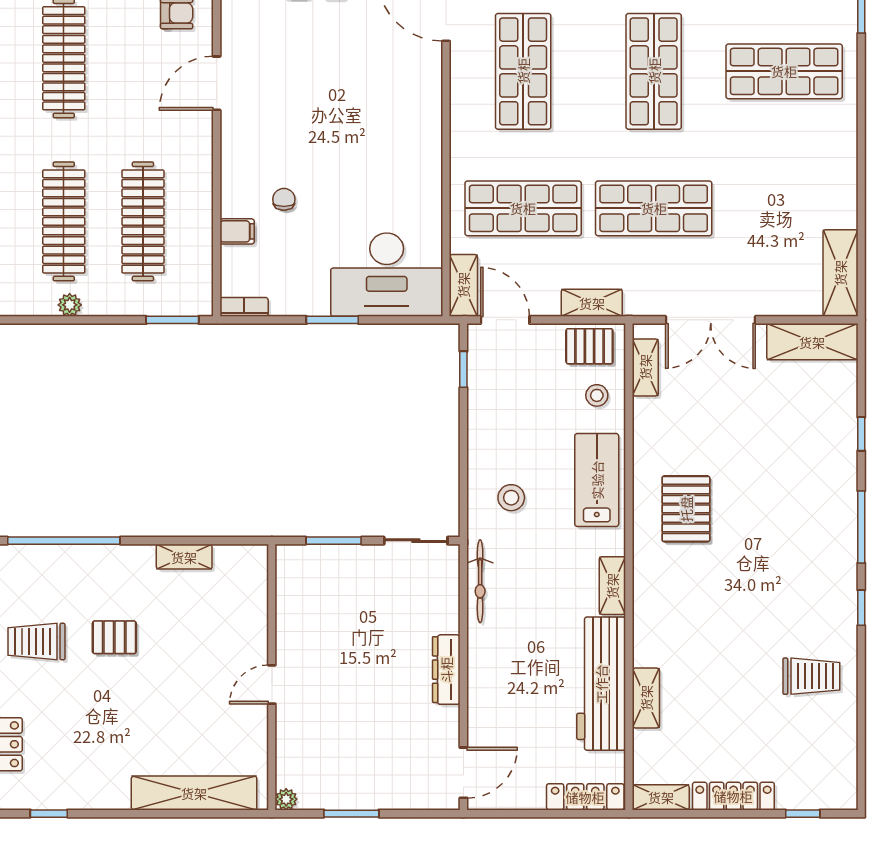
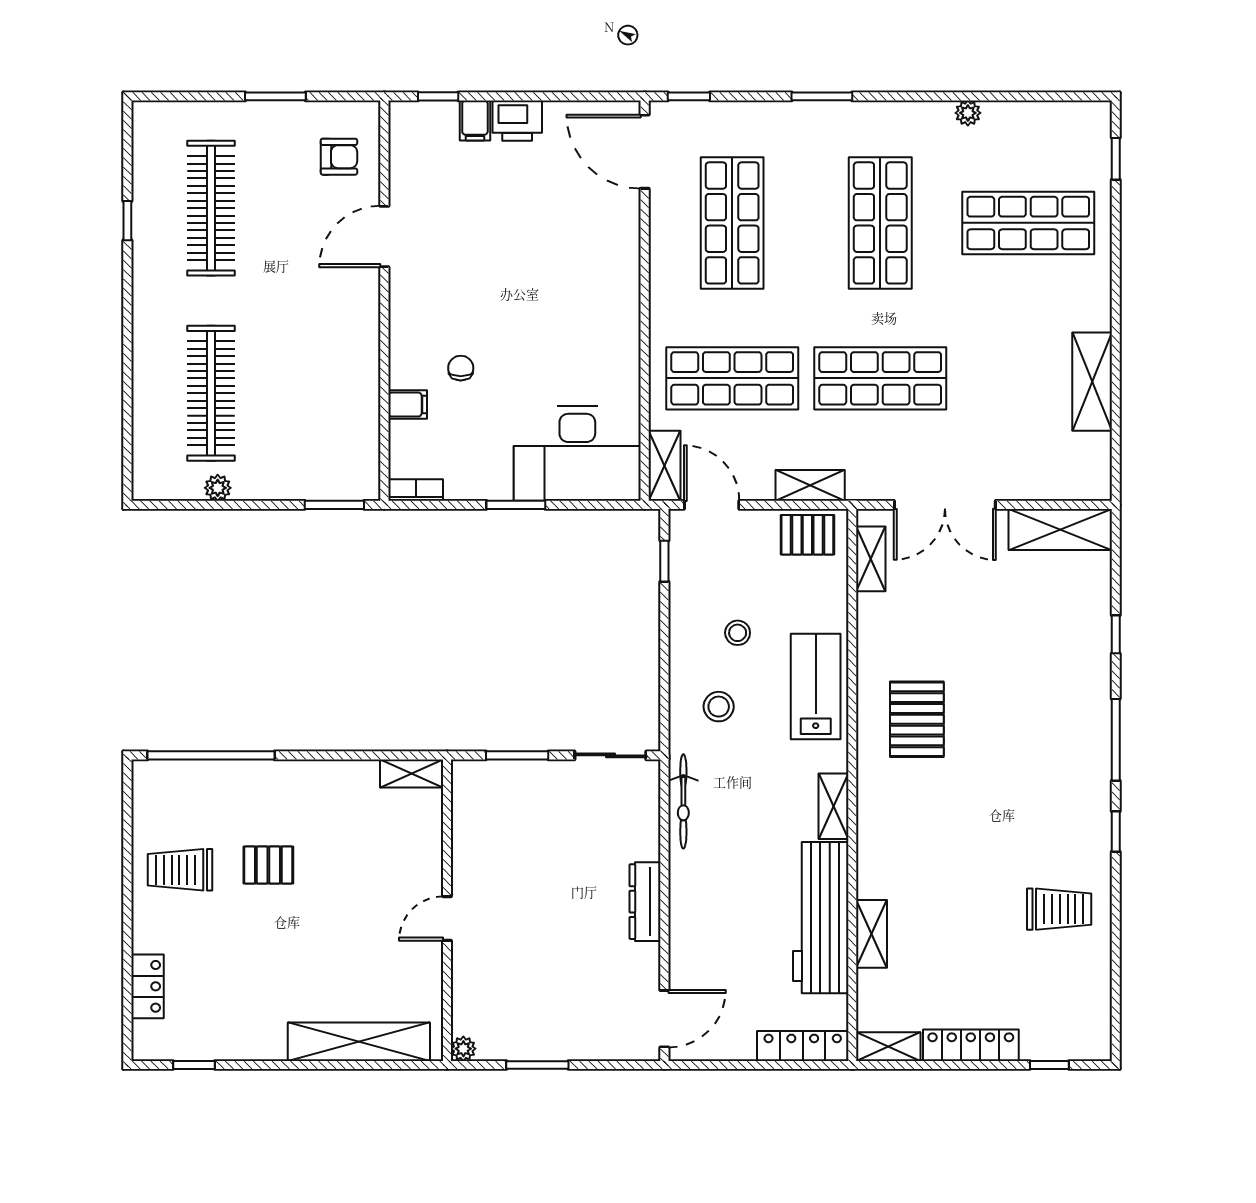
clothes rail: (143, 221) -> (301, 393), removed
shelving: (840, 273) -> (1092, 382), moved
stool: (597, 395) -> (738, 633), moved
shelving: (184, 557) -> (412, 773), moved

